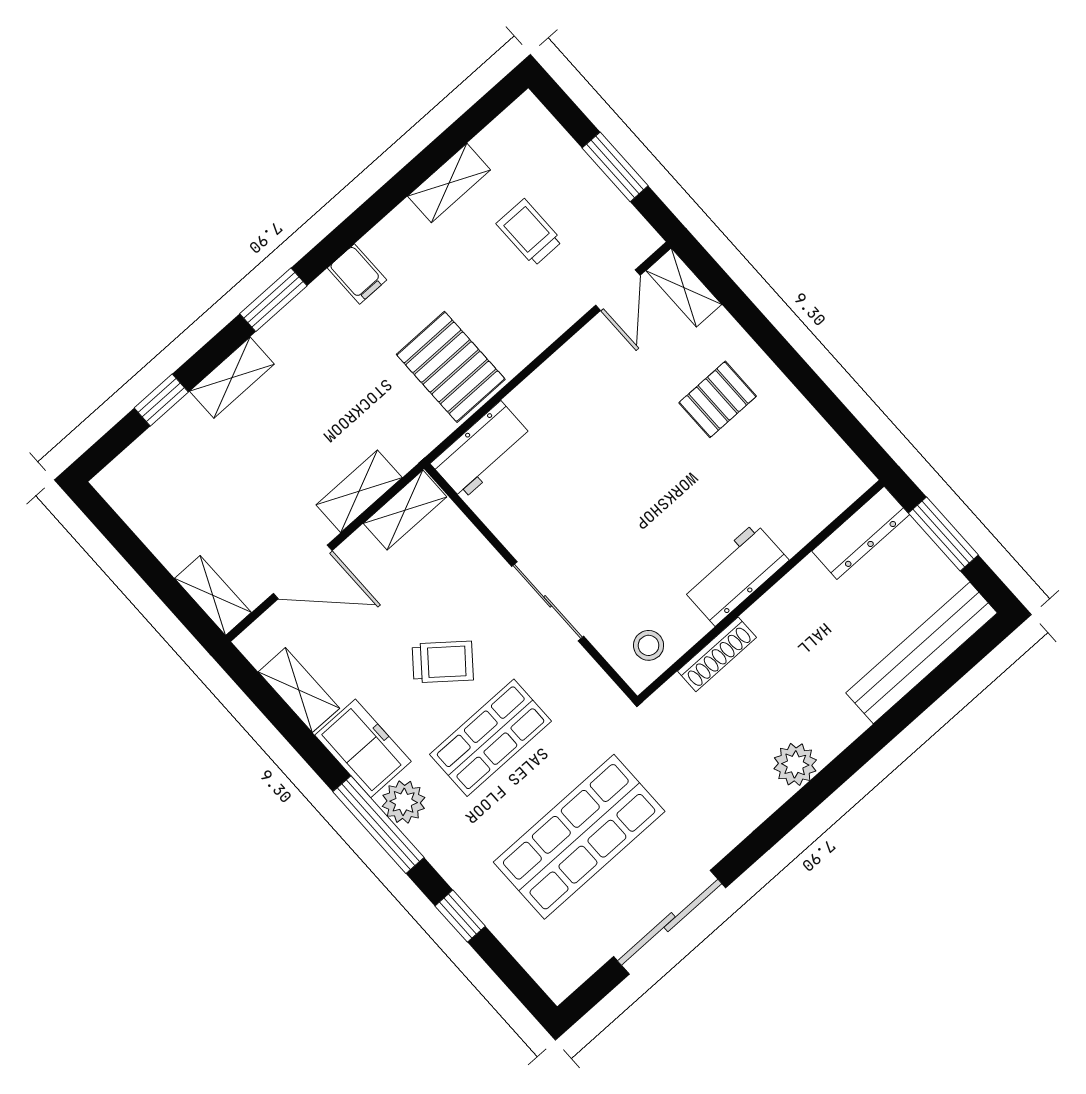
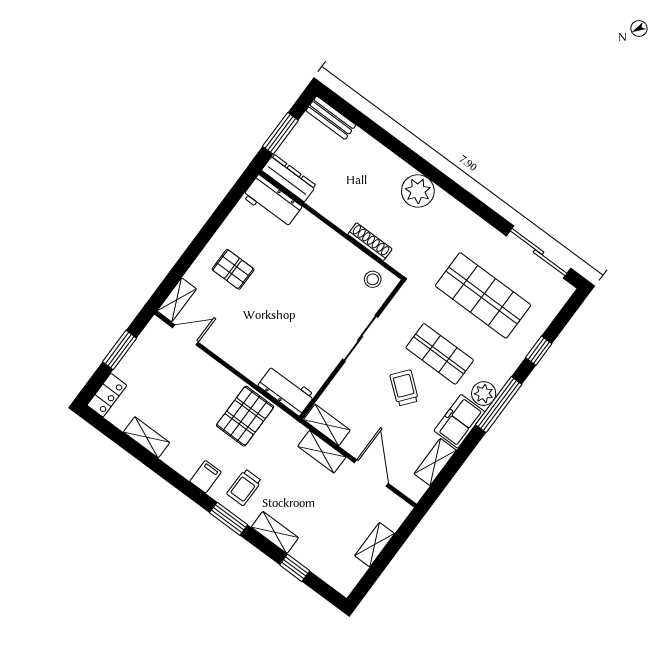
locker: (539, 128) -> (107, 395), added
trolley: (529, 232) -> (244, 487), moved
workbench: (735, 574) -> (272, 202), moved
shelving: (213, 595) -> (375, 545), moved
bench: (922, 653) -> (331, 118), width x0.54, depth x0.82
plant: (795, 764) -> (418, 191), width x1.36, depth x1.36
sliding door: (670, 922) -> (539, 252), moved

